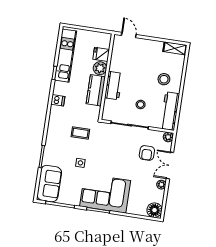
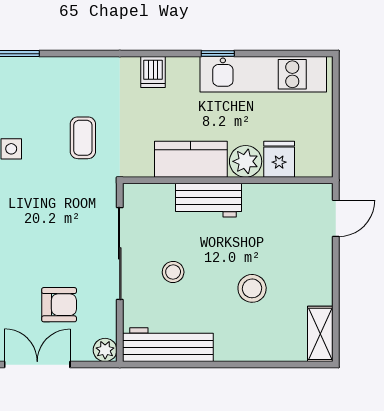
stool: (164, 79) -> (252, 288), moved
armchair: (147, 153) -> (59, 305), turned 180

